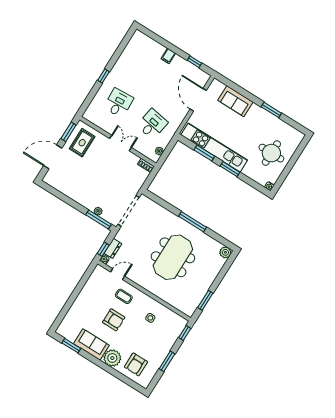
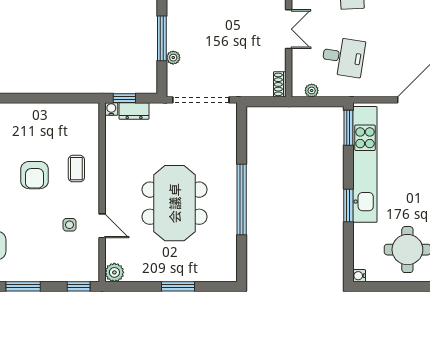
window: (204, 153) -> (348, 128), moved
window: (99, 220) -> (162, 38), moved
window: (193, 222) -> (242, 199), width x1.46
plant: (225, 252) -> (114, 272), moved
meeting table: (173, 257) -> (175, 203), turned 90
door: (118, 274) -> (102, 226), moved
window: (205, 300) -> (178, 286), moved

